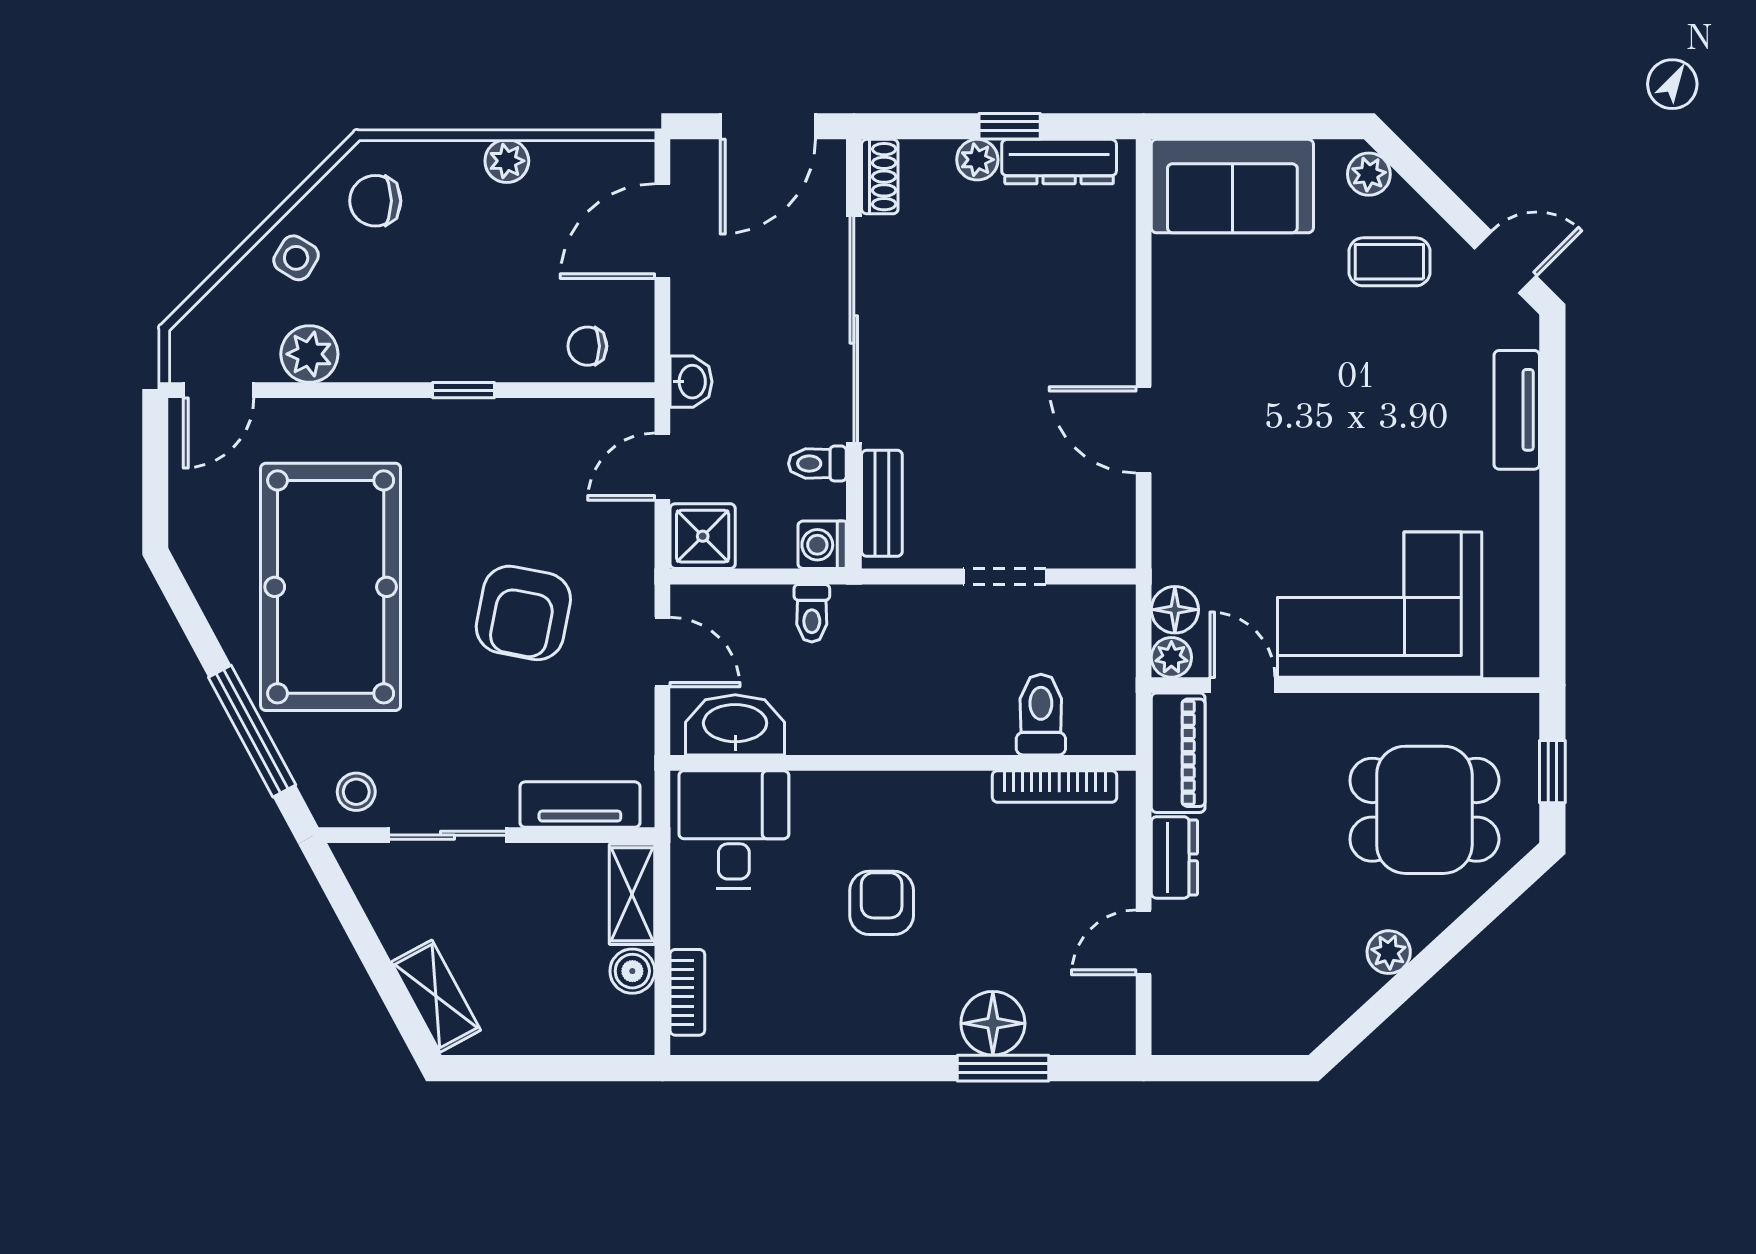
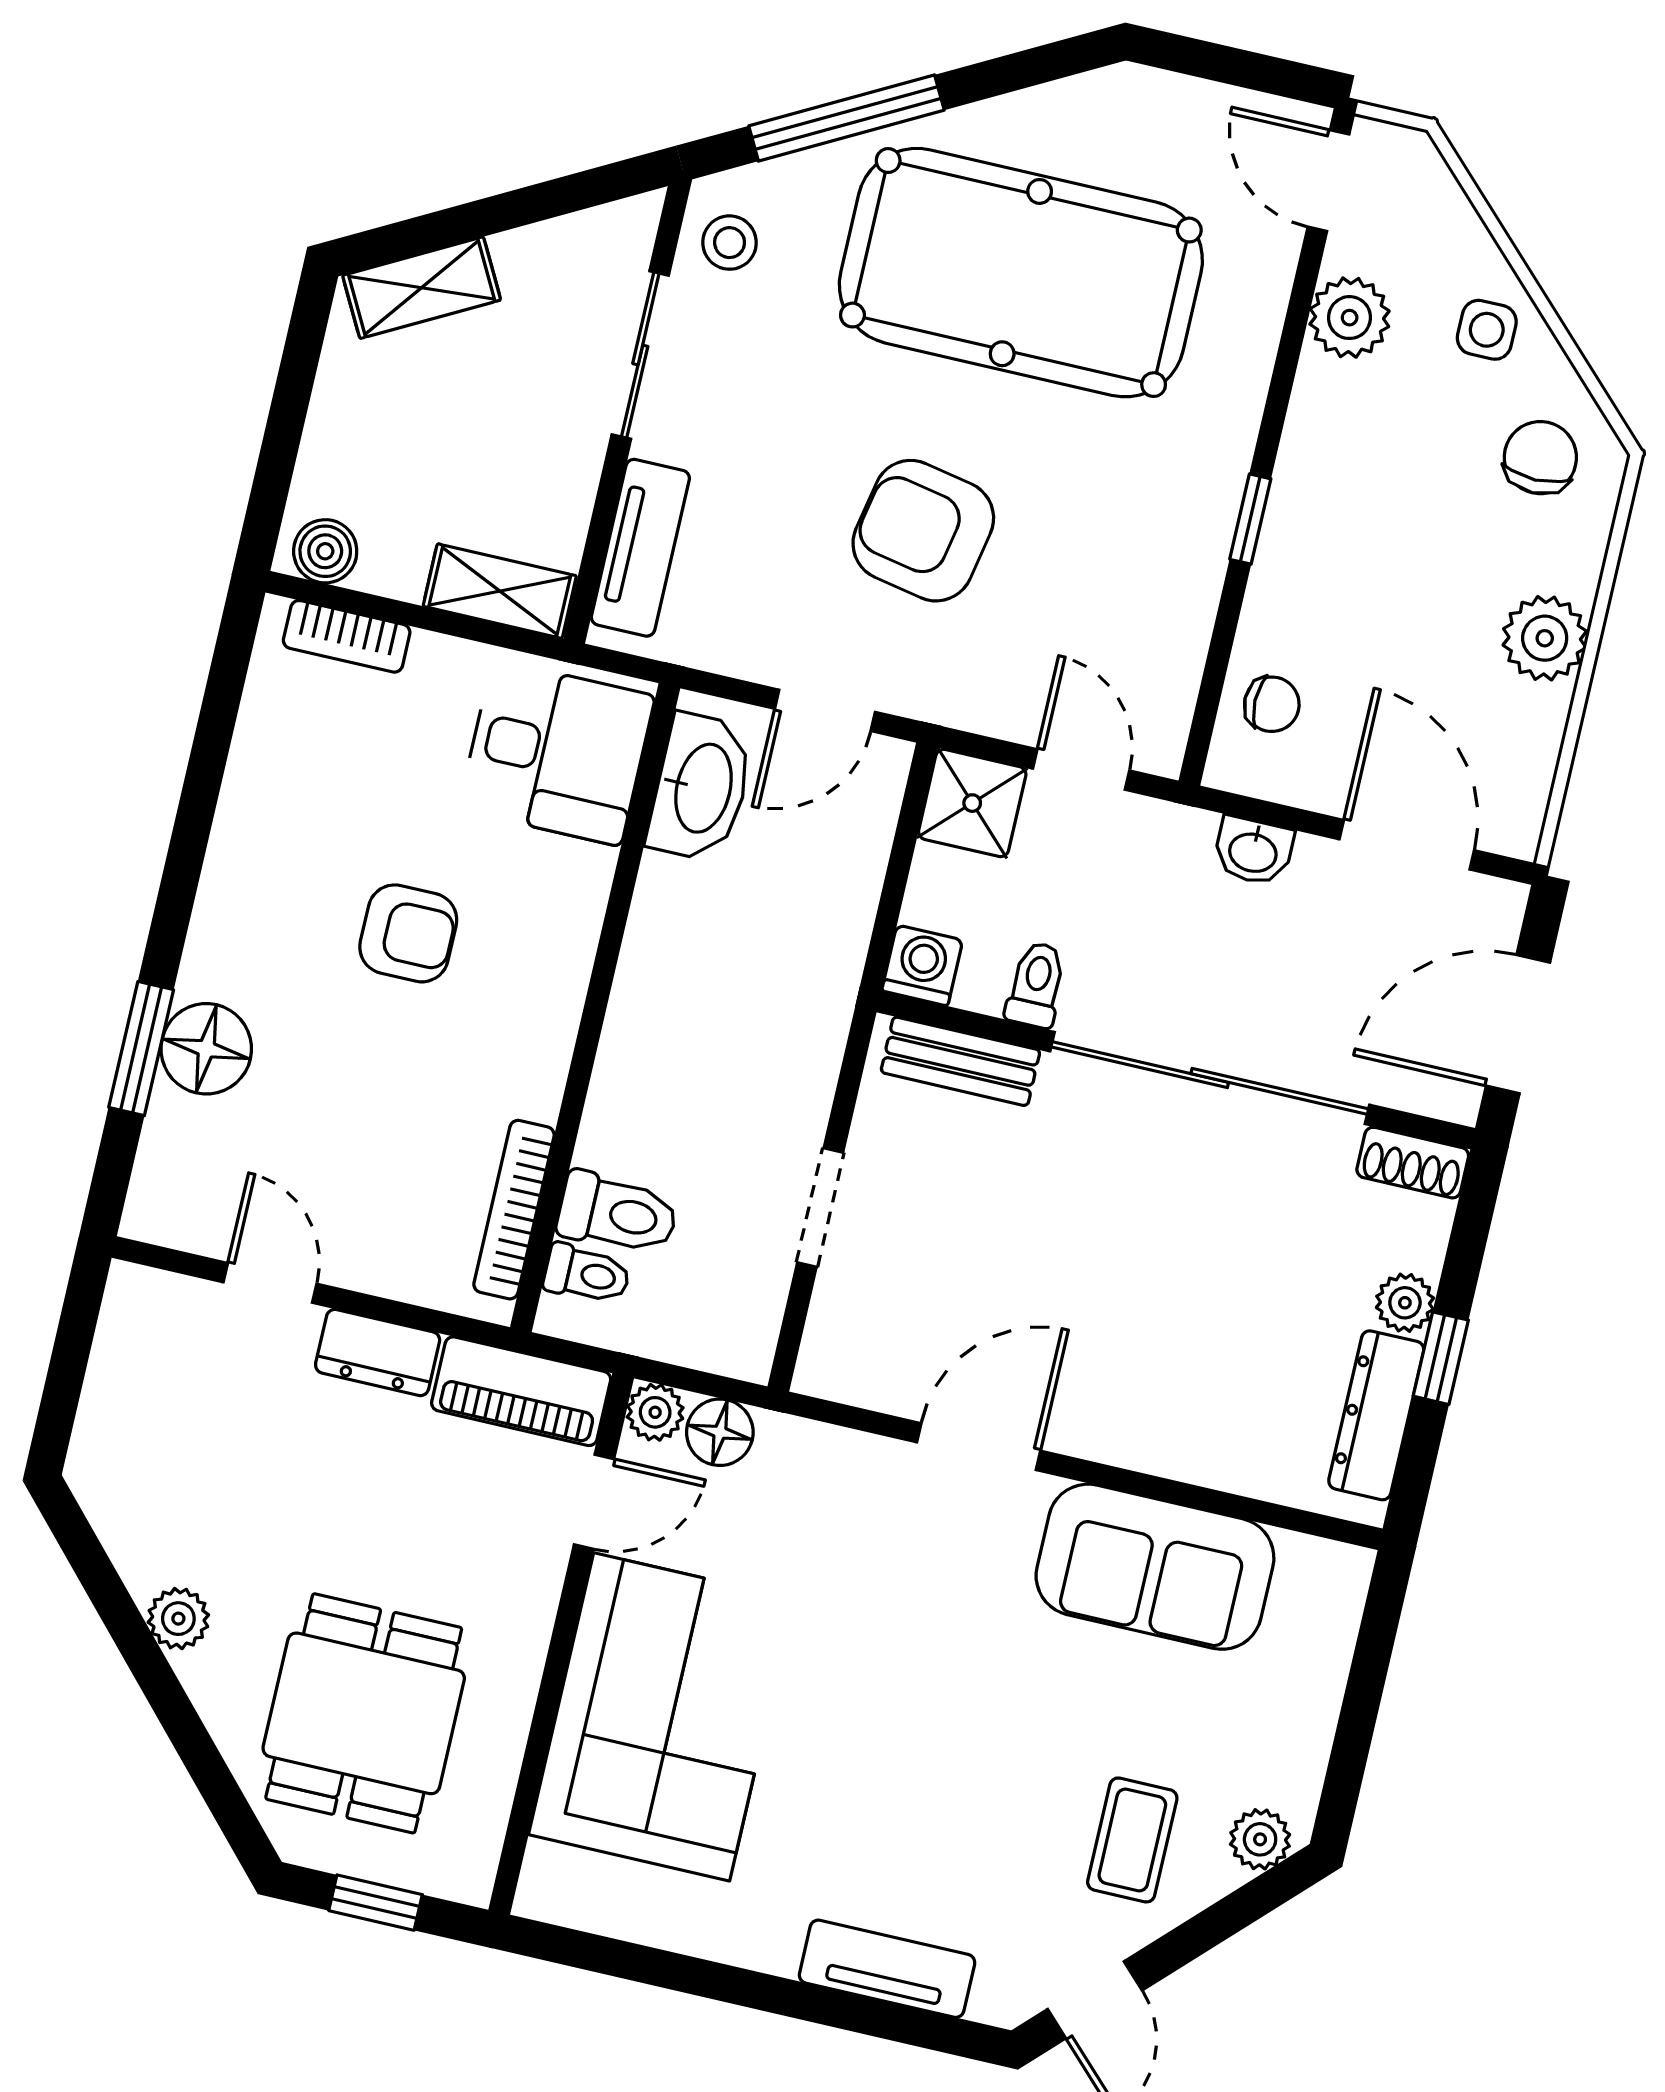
door: (768, 126) -> (1518, 1024), hinge flipped
plant: (507, 161) -> (1545, 638), width x1.38, depth x1.38
sofa: (1232, 186) -> (1155, 1567), moved, turned -90
side table: (296, 258) -> (1487, 330), turned -31
chair: (587, 346) -> (1272, 704), turned 90
washbasin: (691, 382) -> (1253, 851), moved
toilet: (812, 613) -> (587, 1274), moved, turned 180
boiler: (632, 971) -> (325, 551), moved

